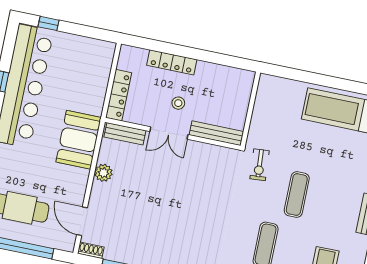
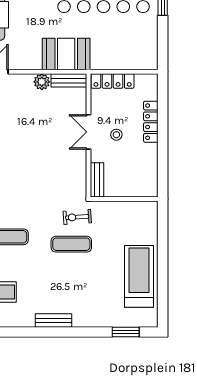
bench: (216, 133) -> (97, 180), width x0.73
bench: (125, 134) -> (69, 80), moved, turned 90
exercise mat: (297, 195) -> (71, 244), moved

